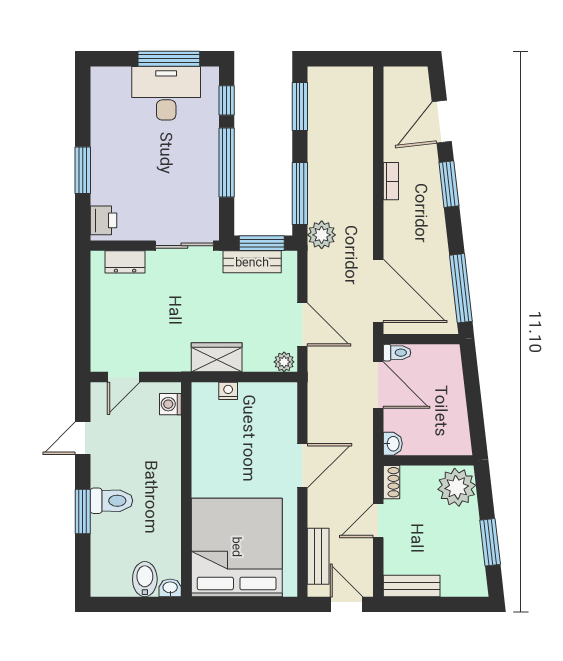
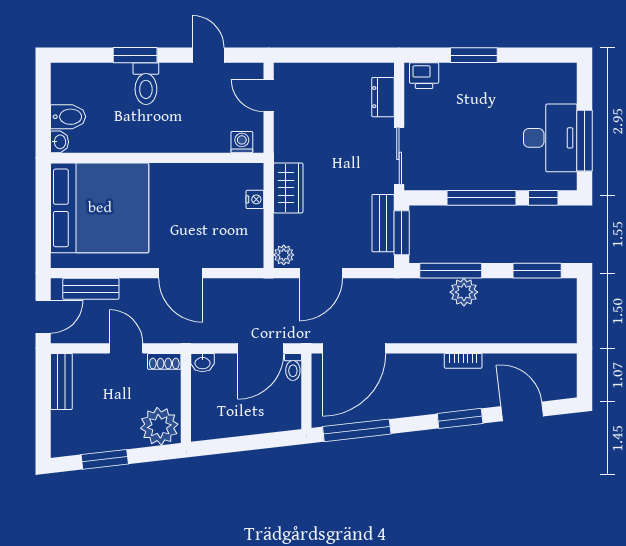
plant: (322, 235) -> (464, 292), moved

